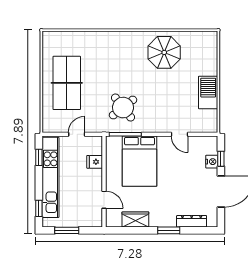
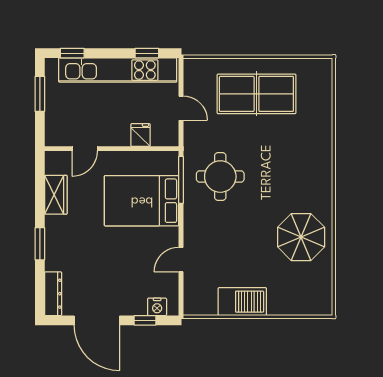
round table: (123, 107) -> (220, 177), turned 38
nightstand: (212, 162) -> (157, 307), moved
dresser: (192, 221) -> (53, 294), moved

